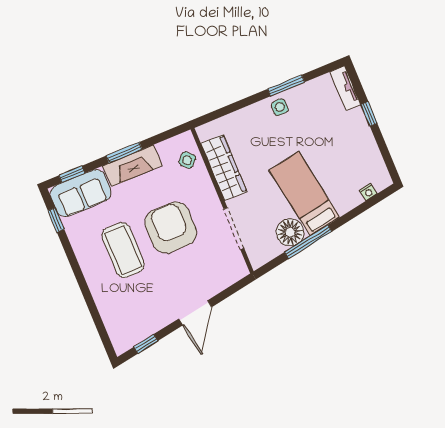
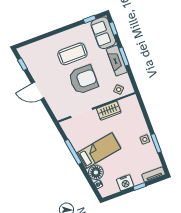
nightstand: (363, 141) -> (125, 183), added
wardrobe: (224, 168) -> (109, 111), width x0.67
floor lamp: (290, 232) -> (96, 172), moved

